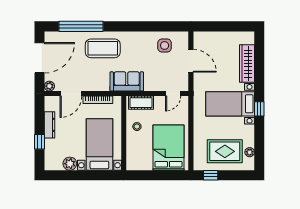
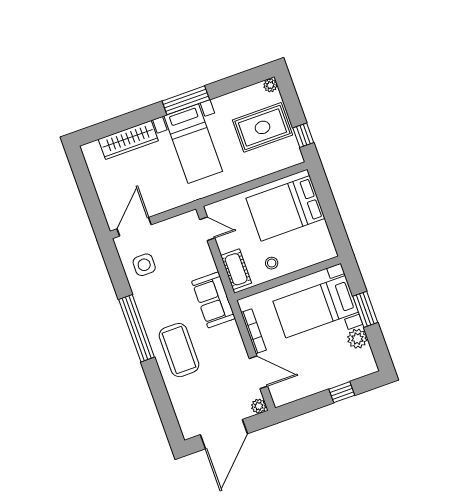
window: (81, 26) -> (137, 328), moved
door: (40, 58) -> (224, 434), swing flipped
door: (191, 61) -> (134, 227), moved
window: (259, 109) -> (186, 100), width x2.17
dresser: (50, 125) -> (313, 387), removed
rug: (225, 151) -> (263, 127), turned 90
plant: (250, 152) -> (270, 85), moved
window: (87, 175) -> (365, 309), added

